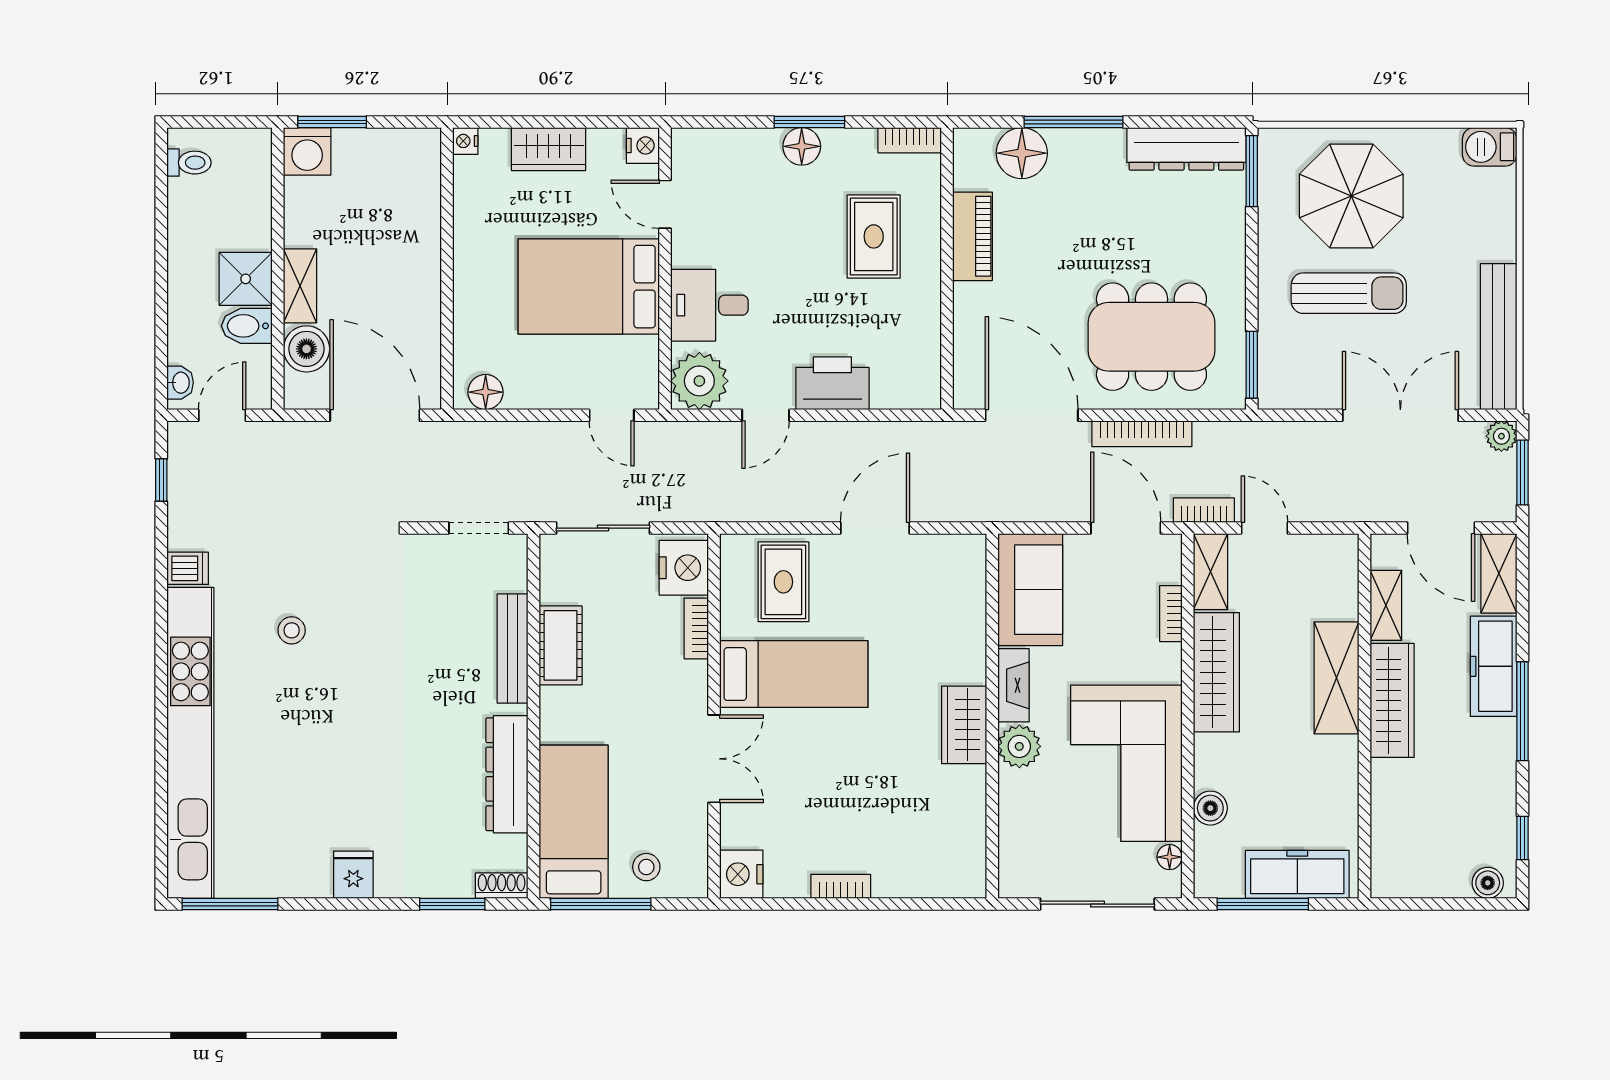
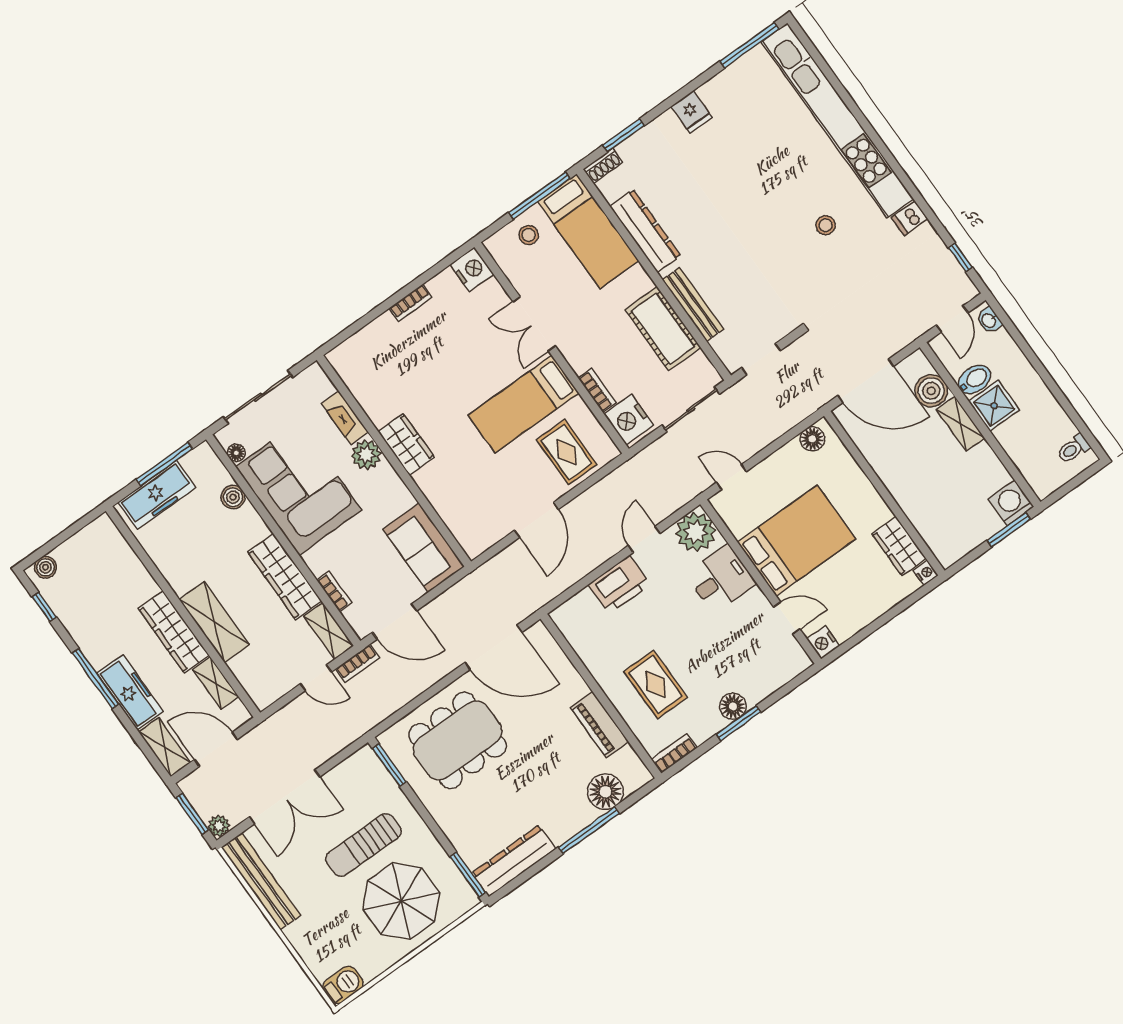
wardrobe: (549, 149) -> (899, 546), moved, turned -90
bookcase: (1142, 434) -> (424, 681), removed
cot: (561, 645) -> (663, 329), width x1.37, depth x1.34
fireplace: (1013, 685) -> (345, 418), moved

